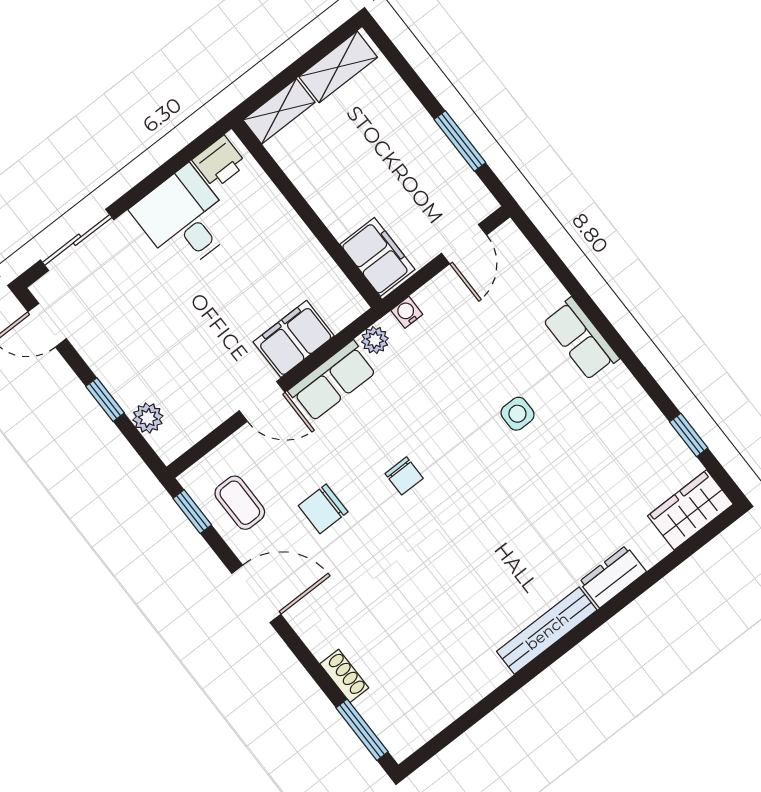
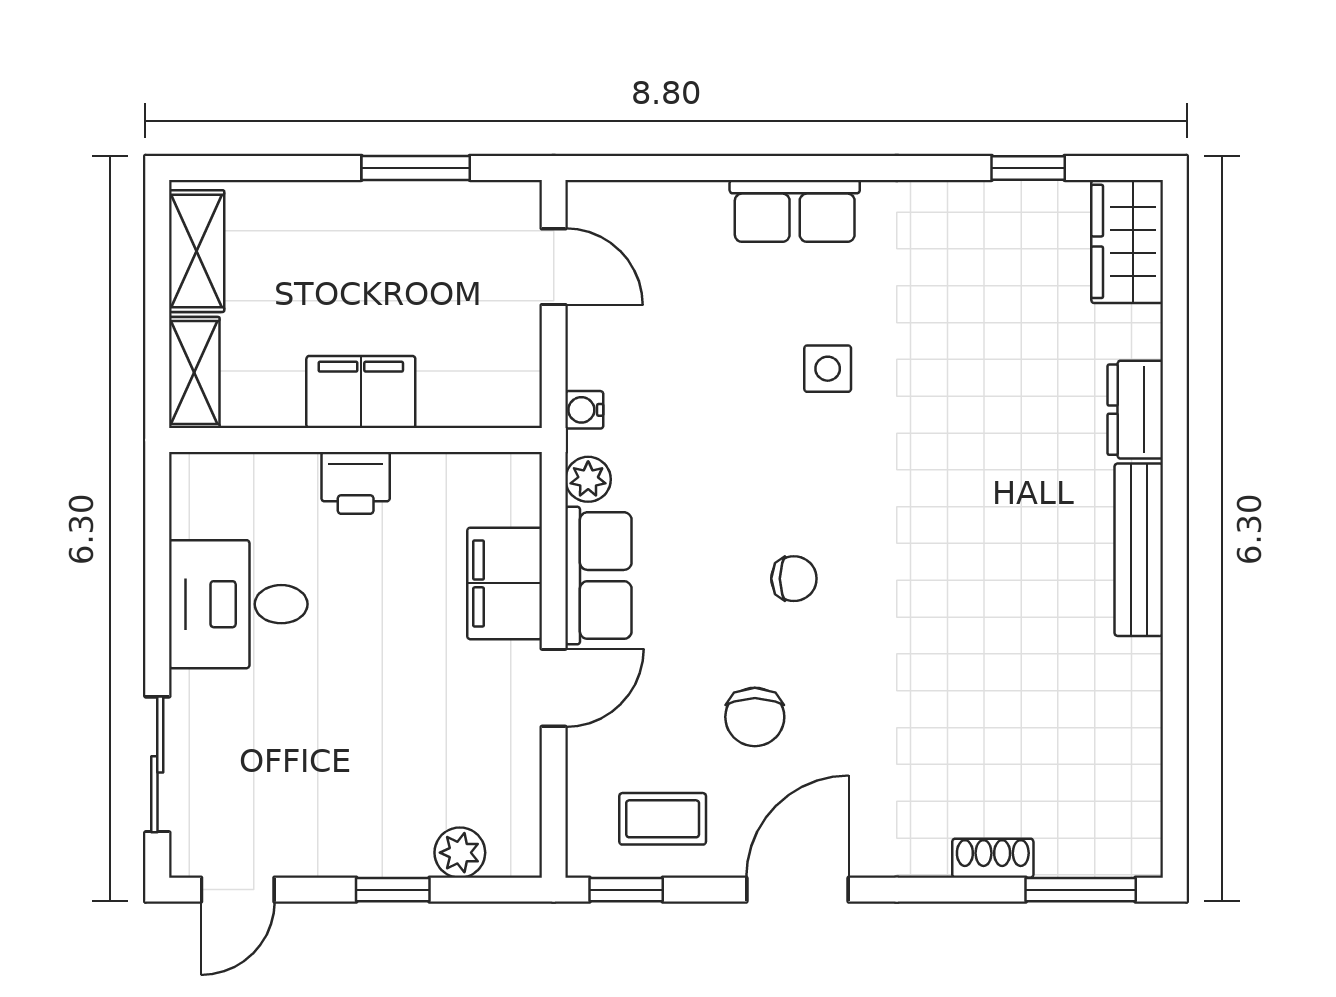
printer: (219, 162) -> (356, 483), moved, turned 90
filing cabinet: (377, 257) -> (361, 392), moved

